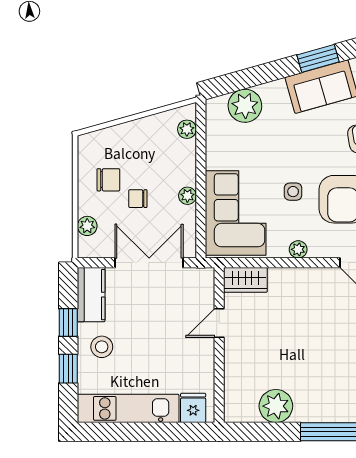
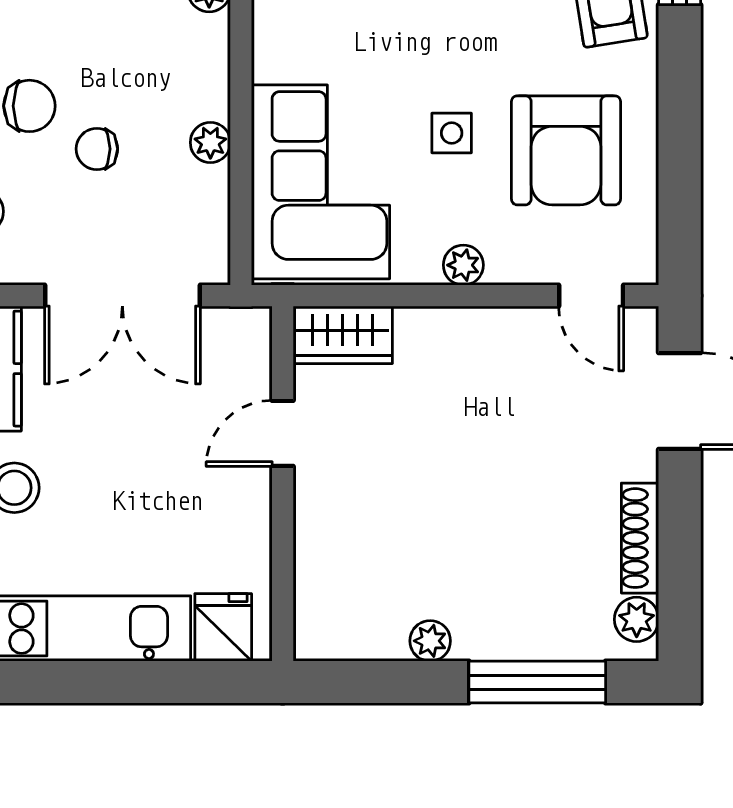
double door: (149, 263) -> (122, 296), swing flipped
plant: (276, 406) -> (430, 641), width x0.53, depth x0.53

